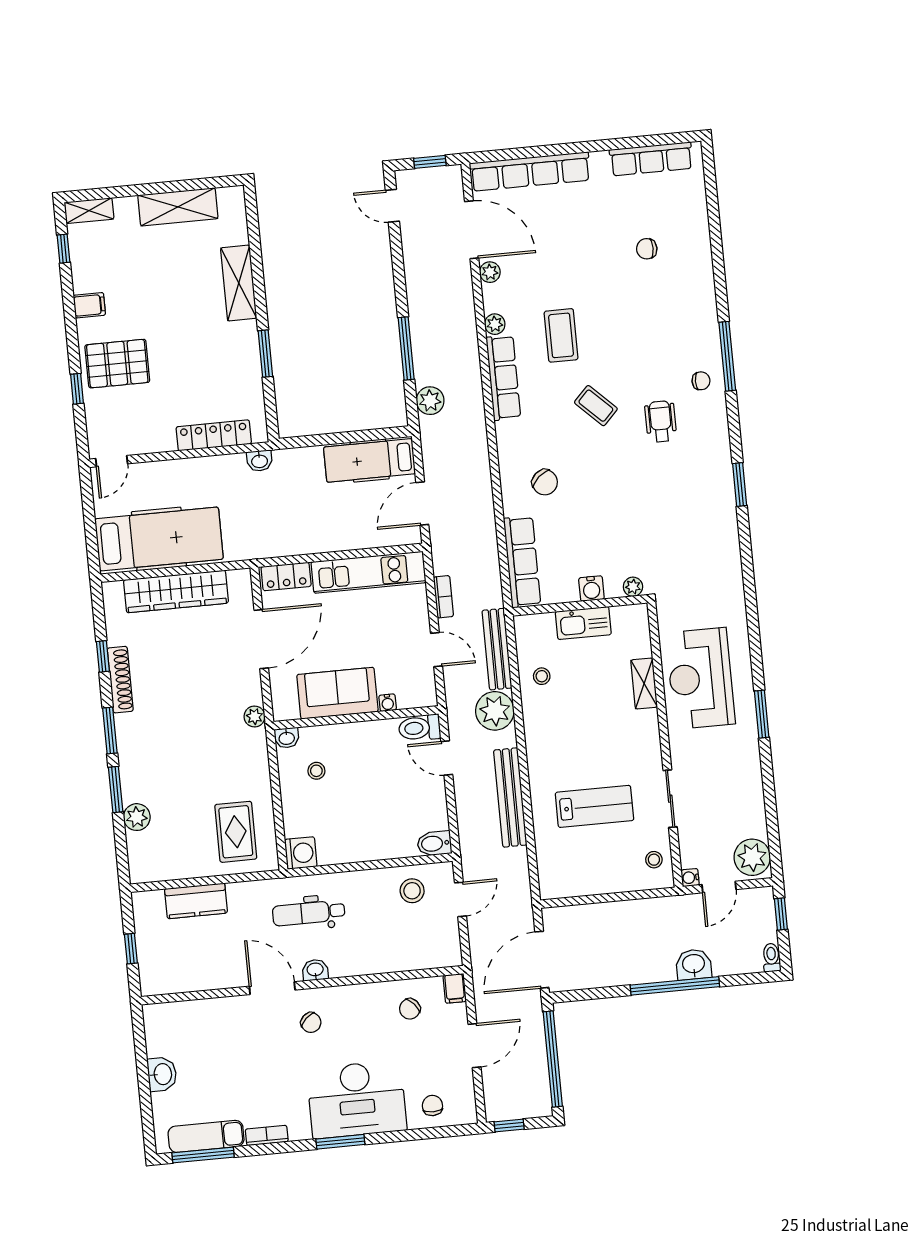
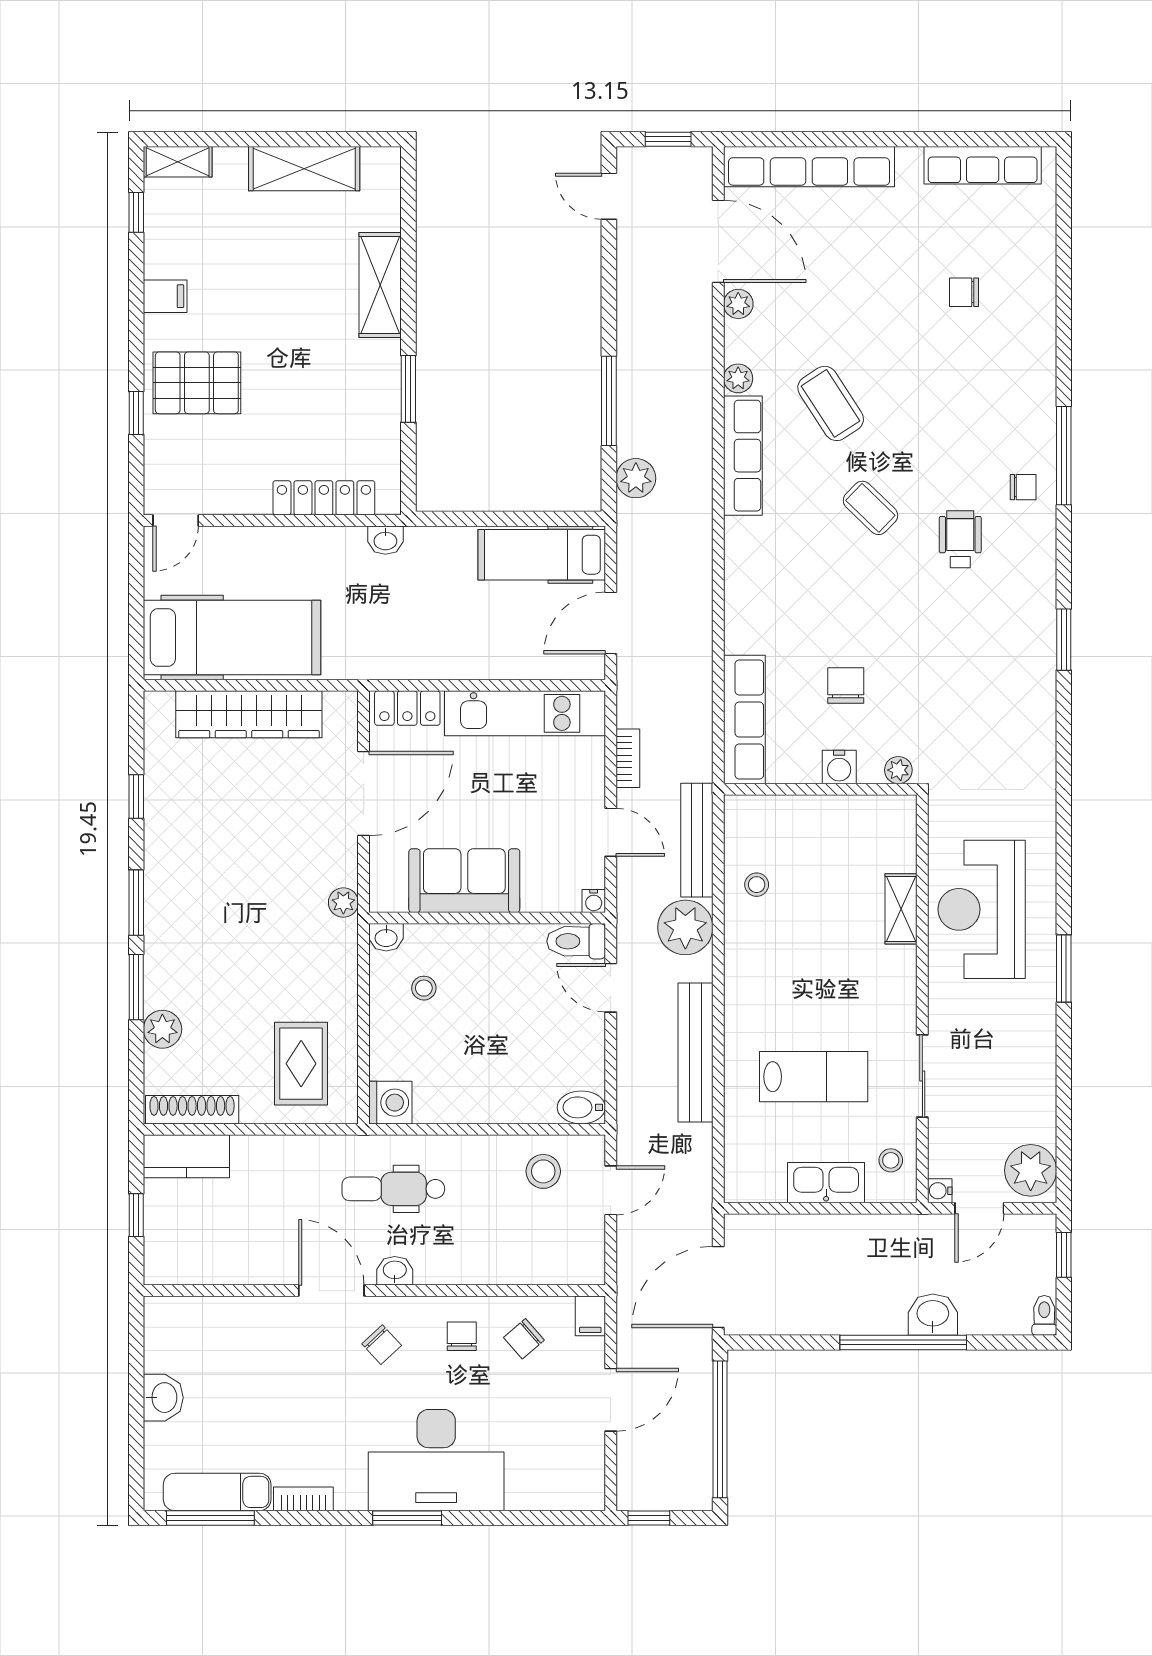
coffee table: (561, 335) -> (831, 403), turned -33
chair: (545, 482) -> (846, 686), moved, turned -139
kitchen sink: (583, 623) -> (826, 1183), moved, turned 180
shoe rack: (120, 680) -> (192, 1110), moved, turned -90
water cooler: (388, 703) -> (594, 901), moved
kitchen counter: (196, 901) -> (186, 1156), moved
chair: (432, 1105) -> (462, 1336), moved

